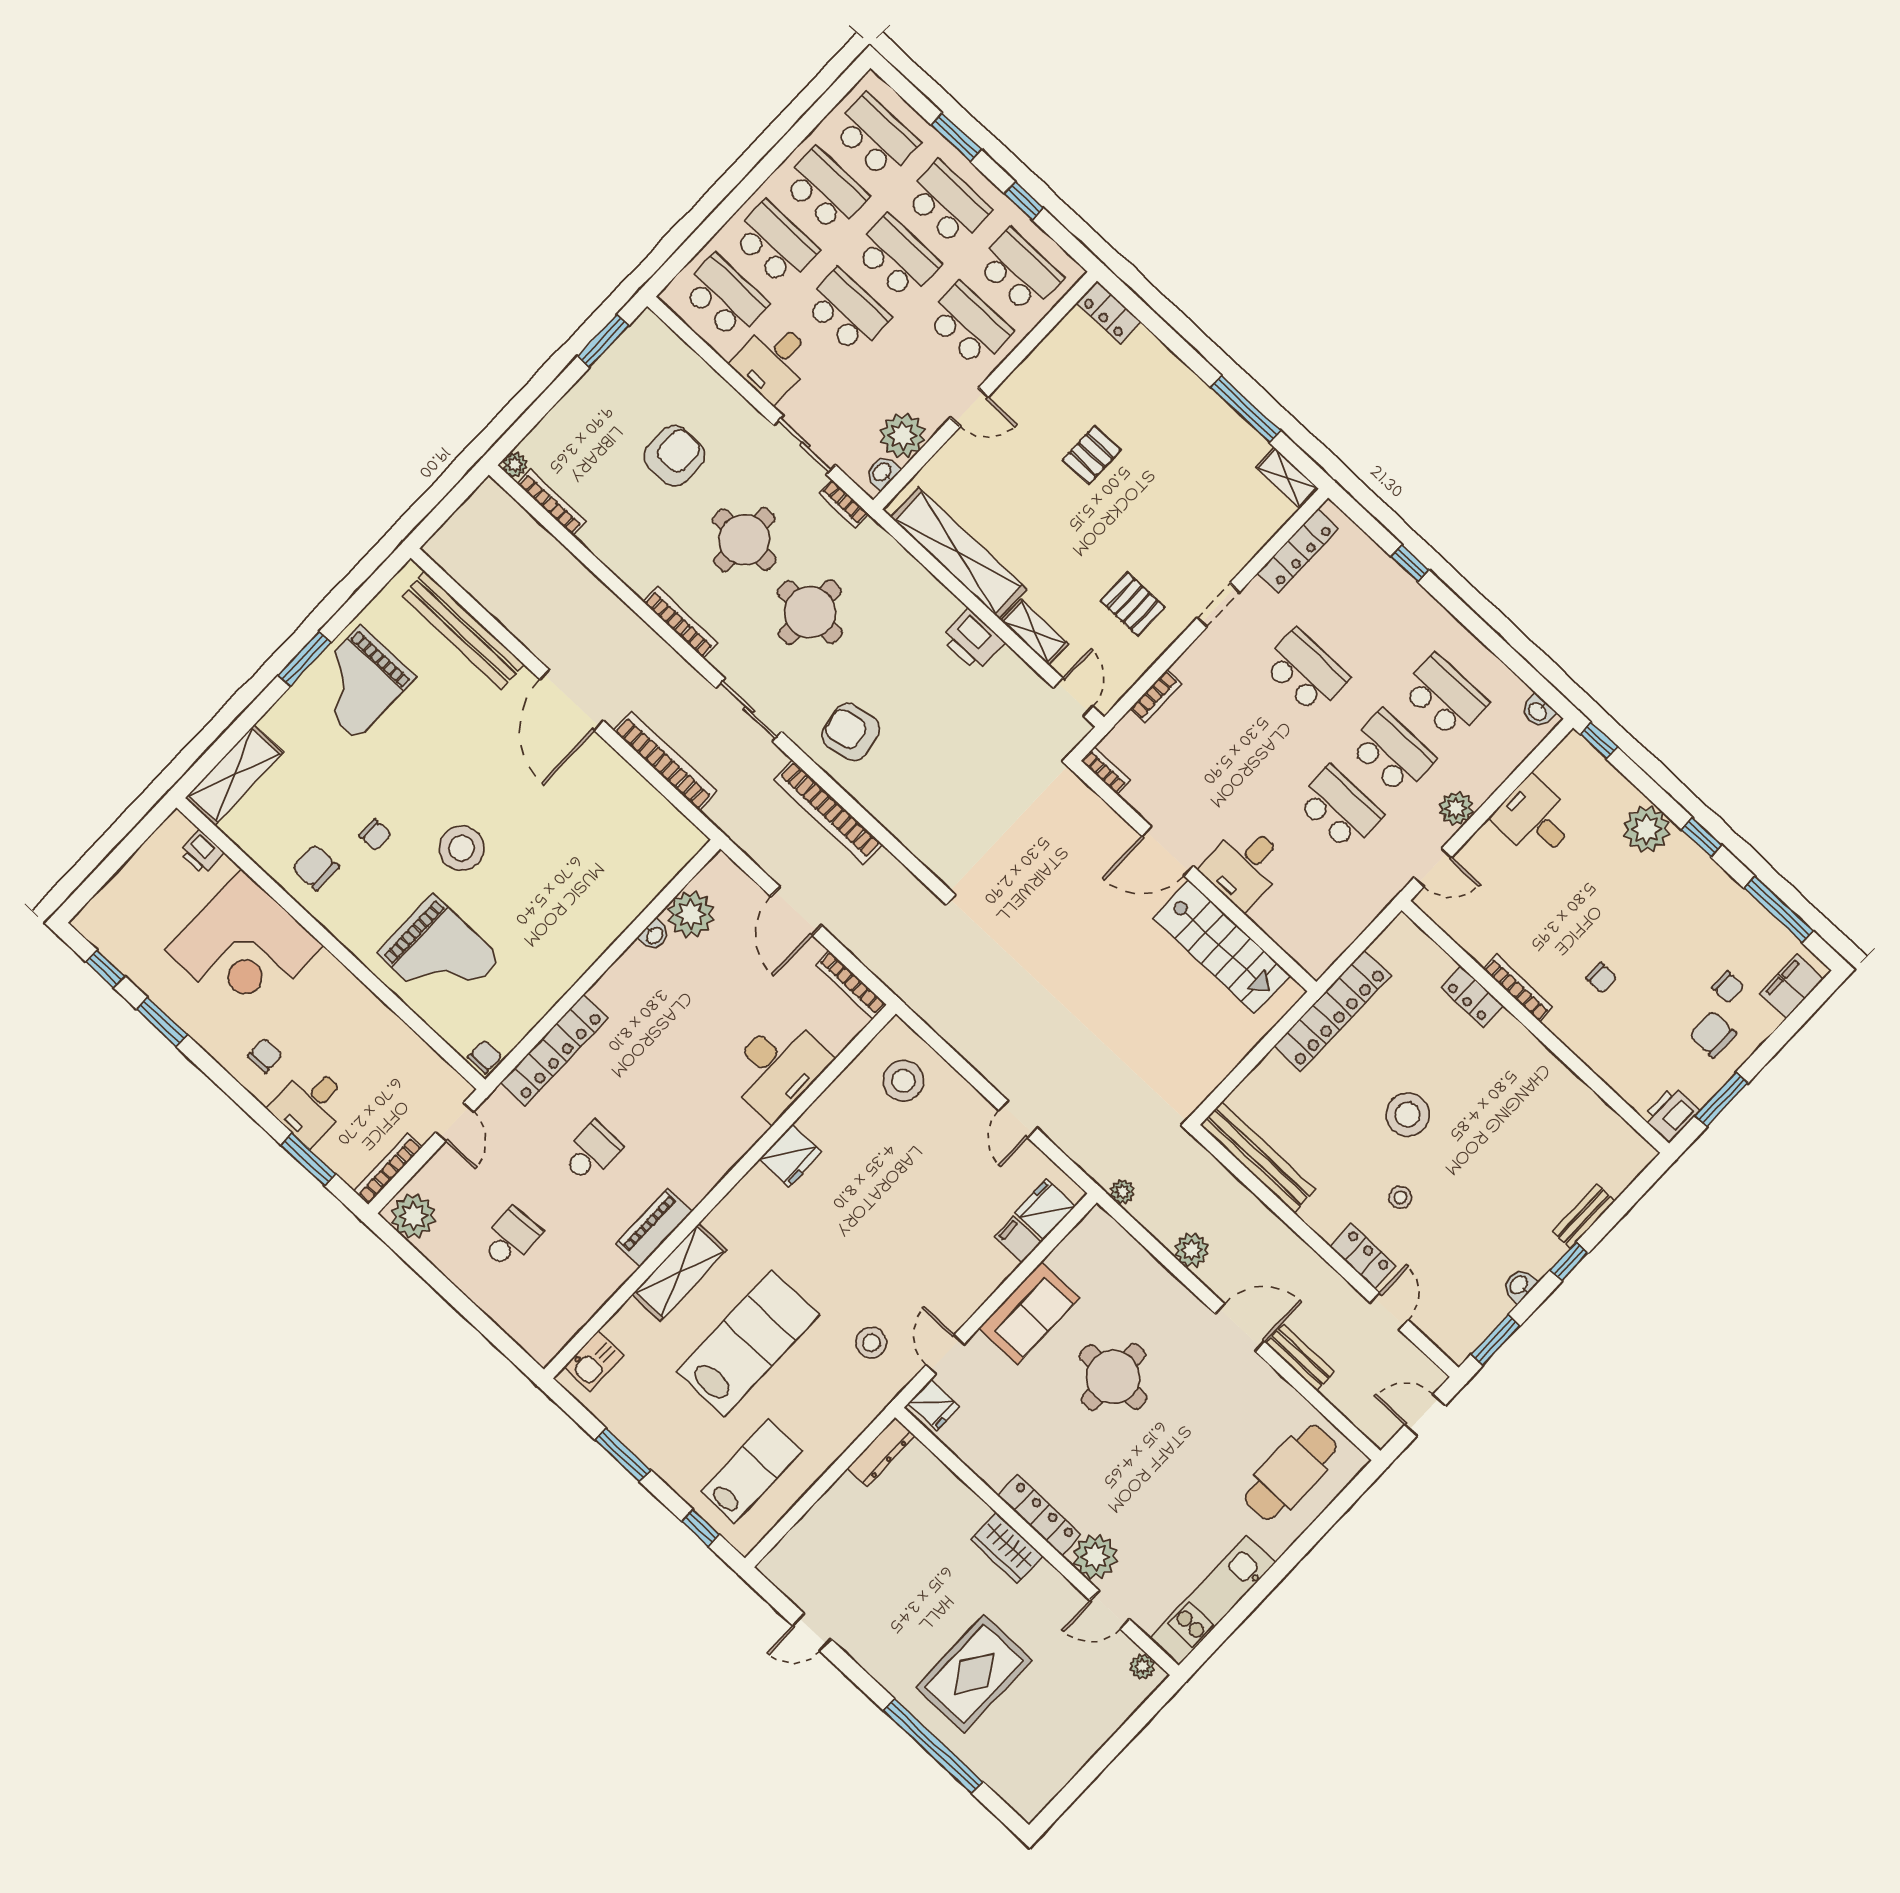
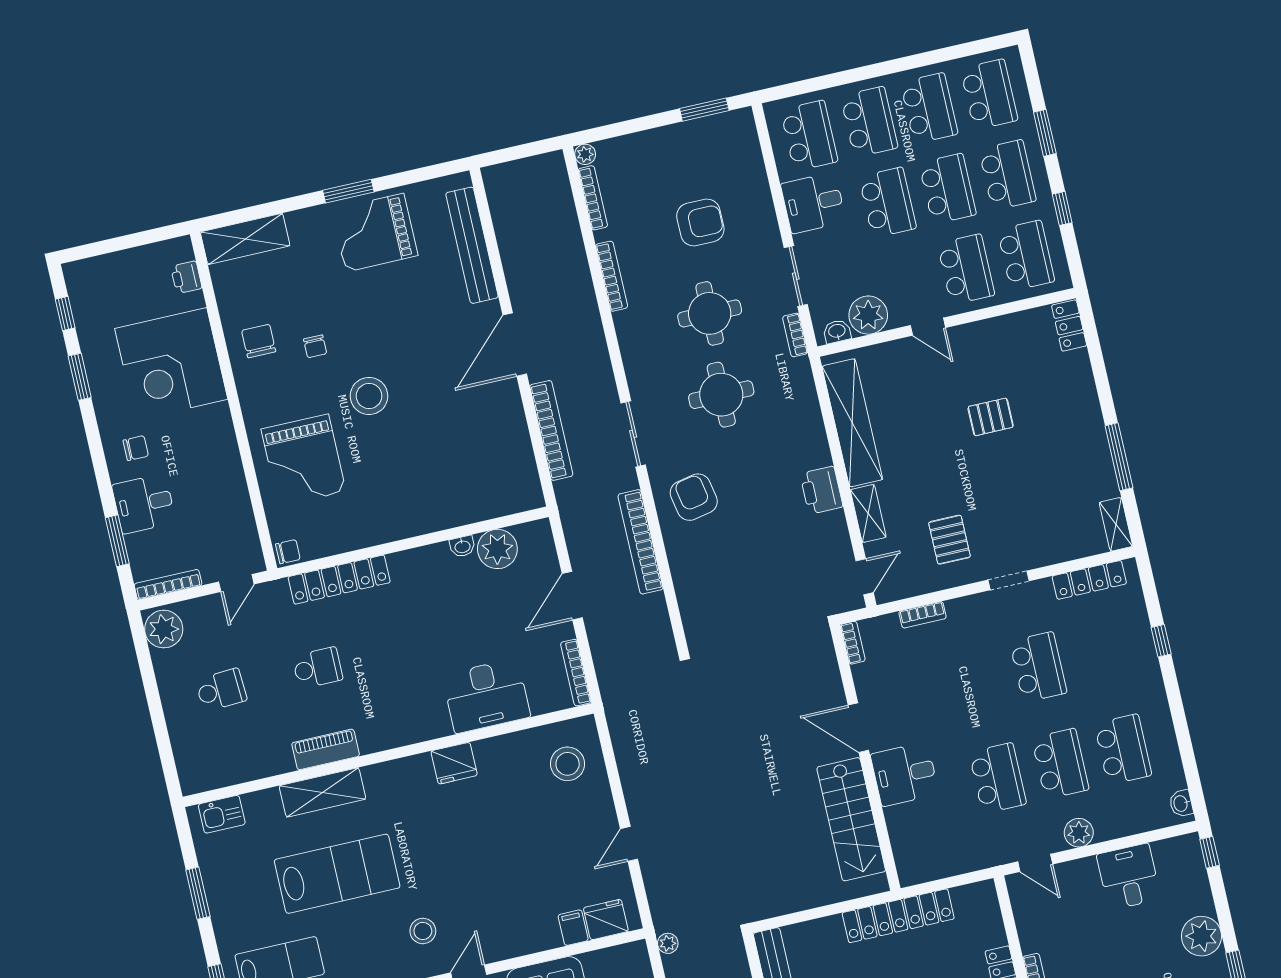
bookcase: (680, 622) -> (612, 276), moved

